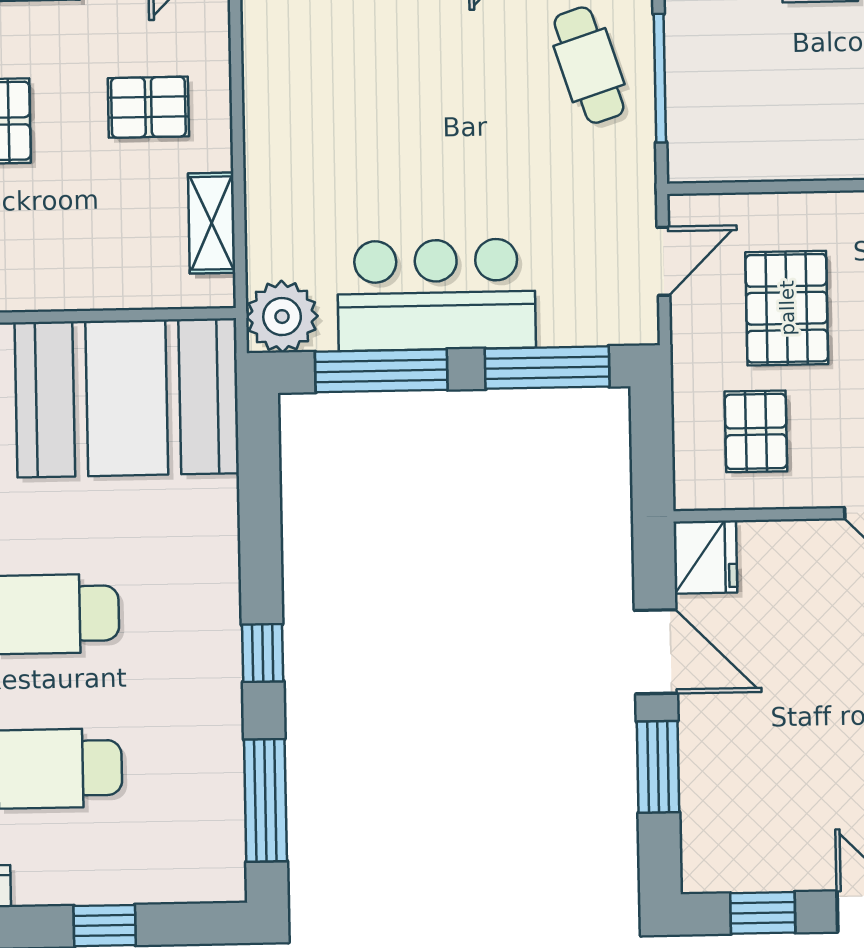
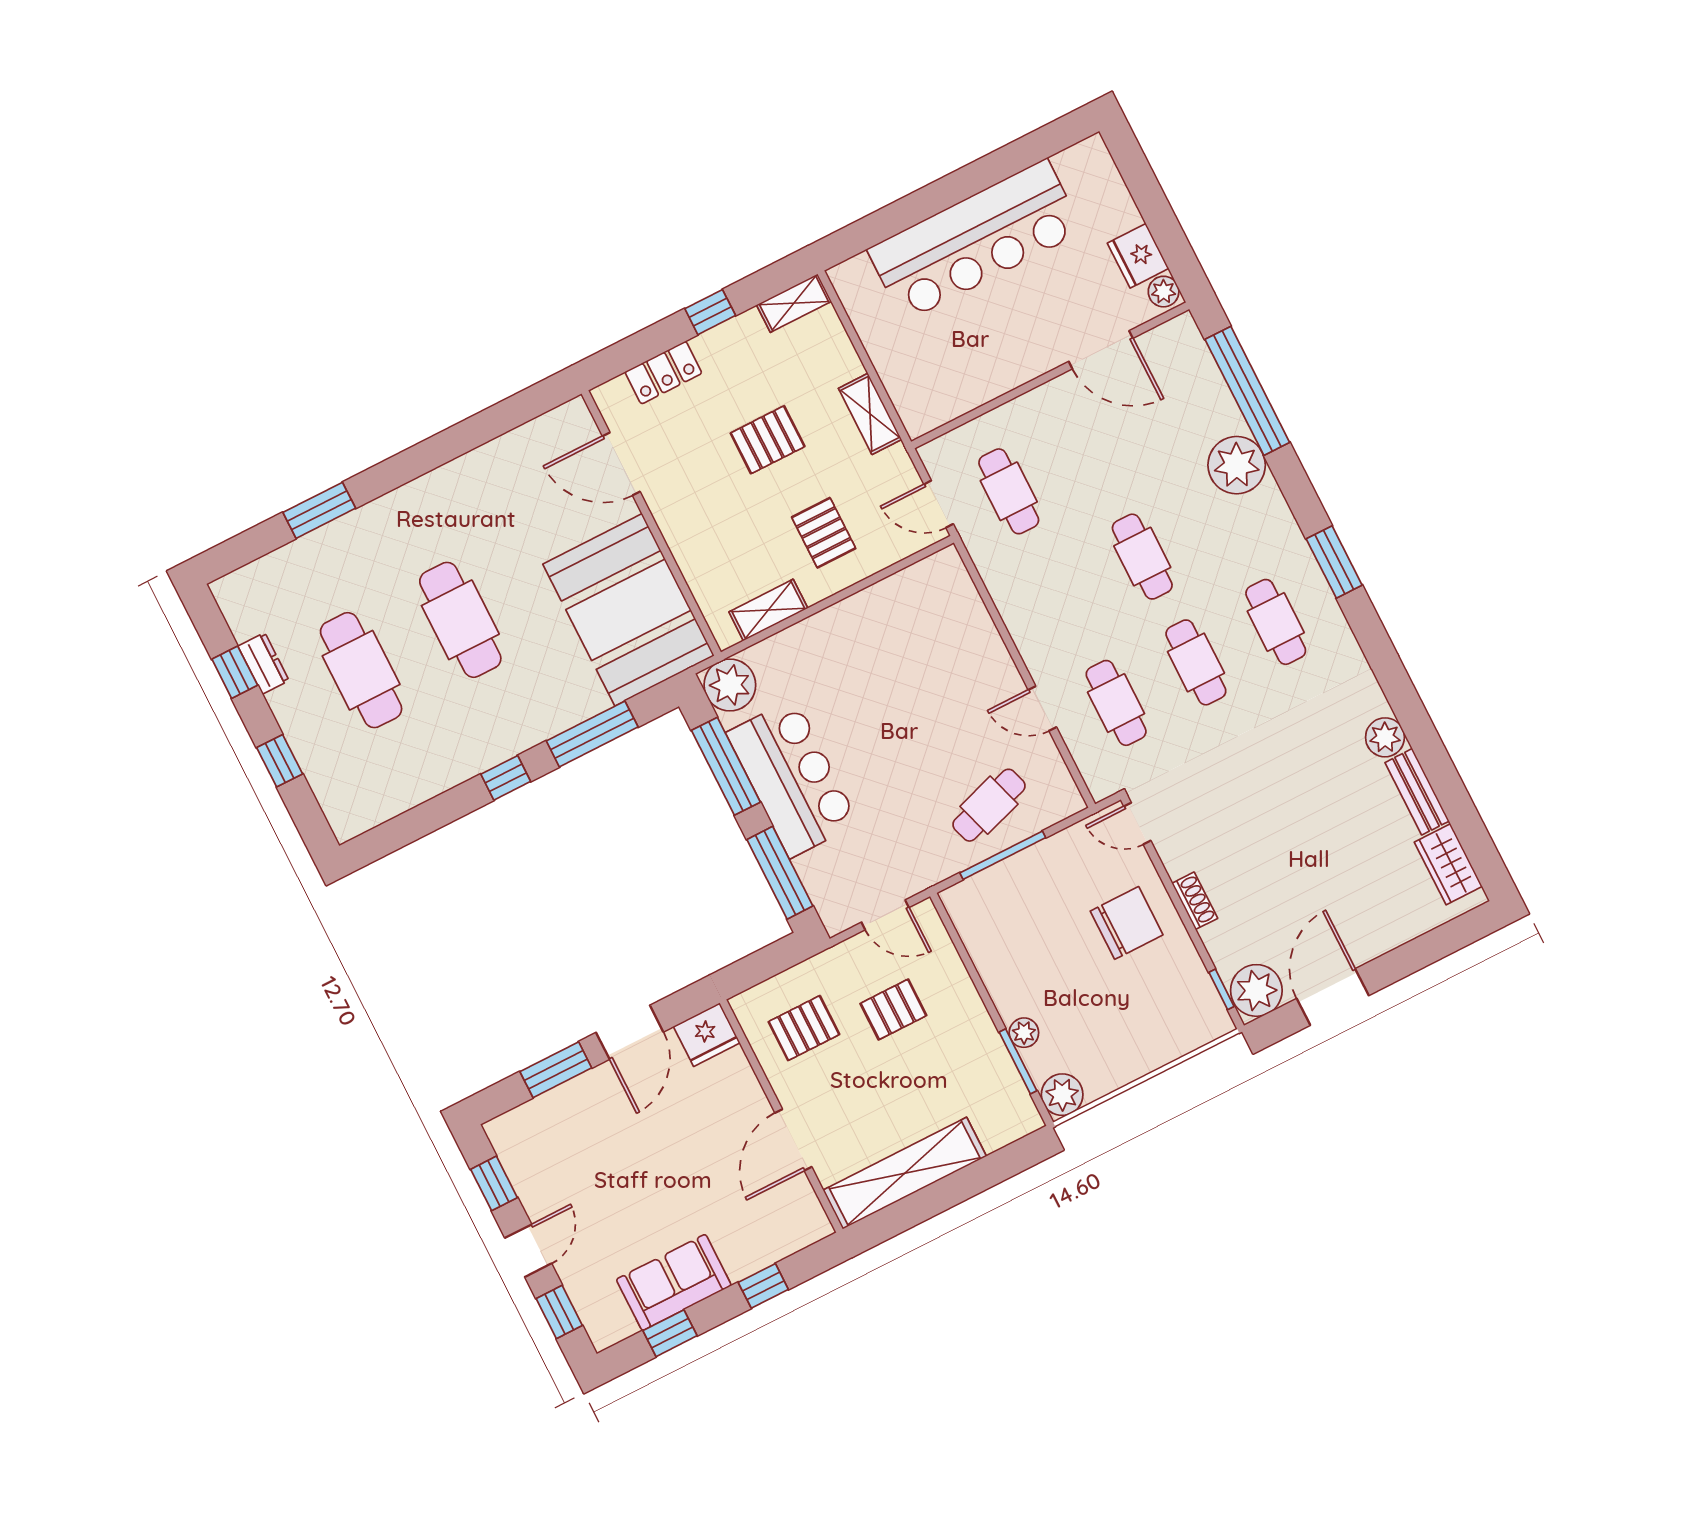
pallet: (787, 308) -> (893, 1009), width x0.67, depth x0.71
window: (265, 800) -> (592, 734), moved

